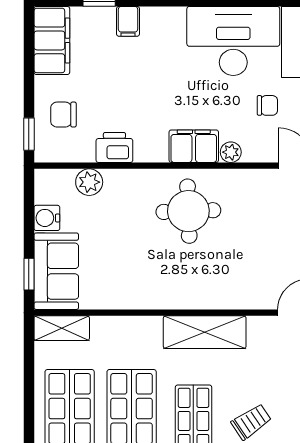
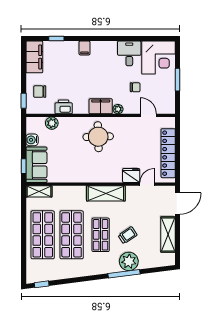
filing cabinet: (128, 21) -> (84, 48), moved
desk: (233, 41) -> (129, 53), width x0.53, depth x0.77
fridge: (259, 294) -> (131, 175), added

